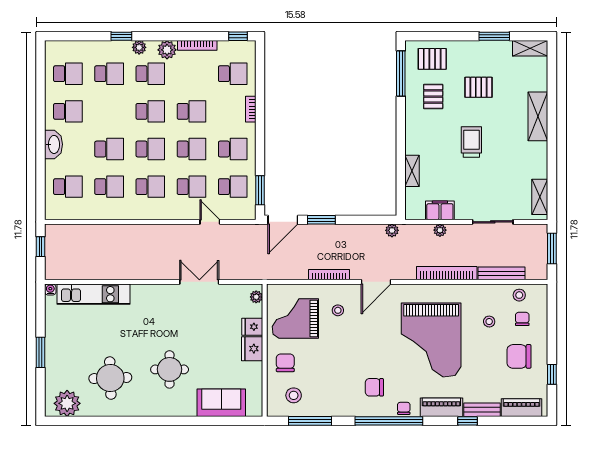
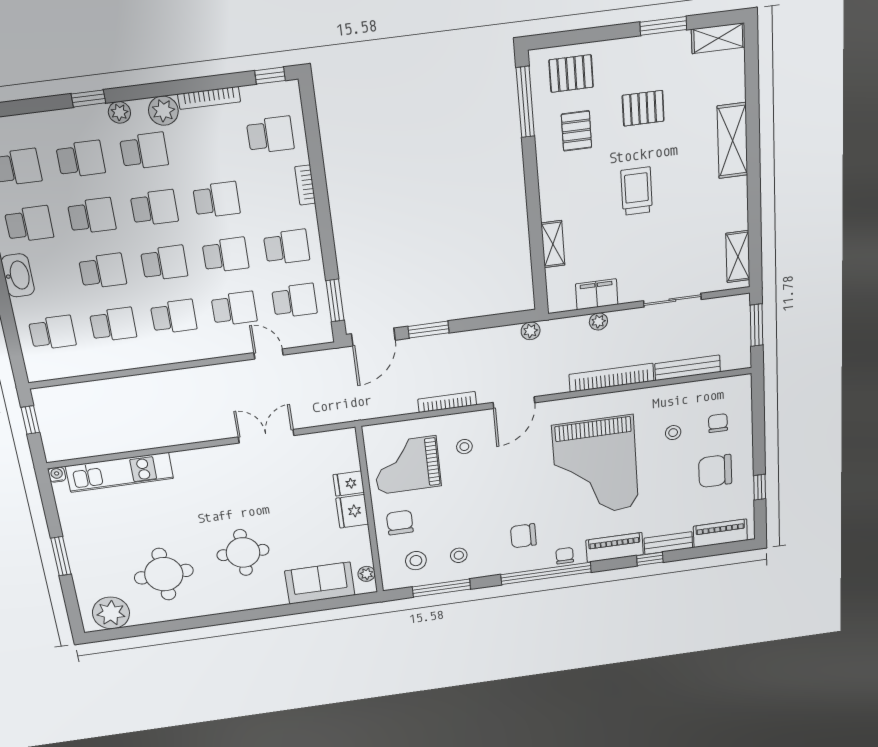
school desk: (109, 111) -> (92, 216), added
stool: (519, 295) -> (459, 555), moved
plant: (256, 297) -> (367, 574), moved

